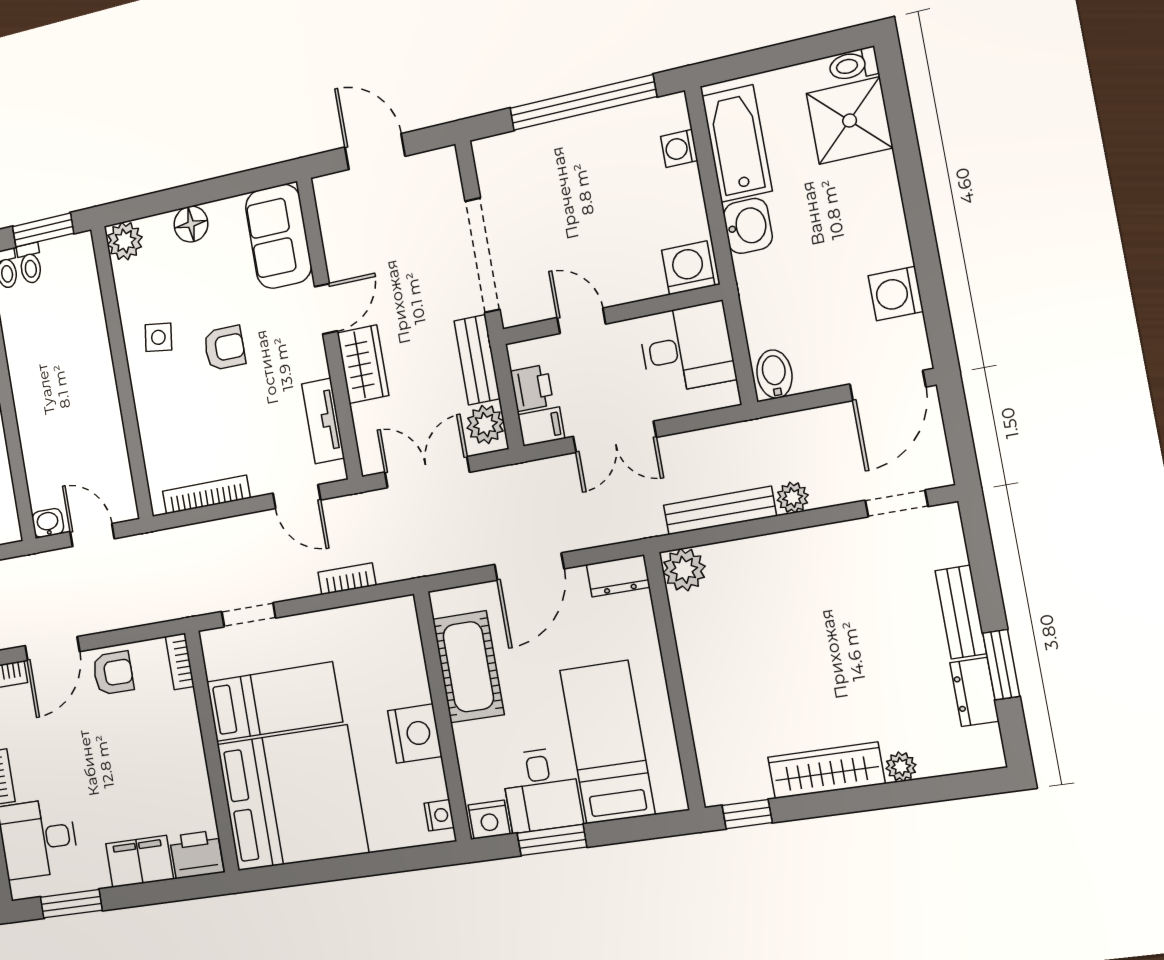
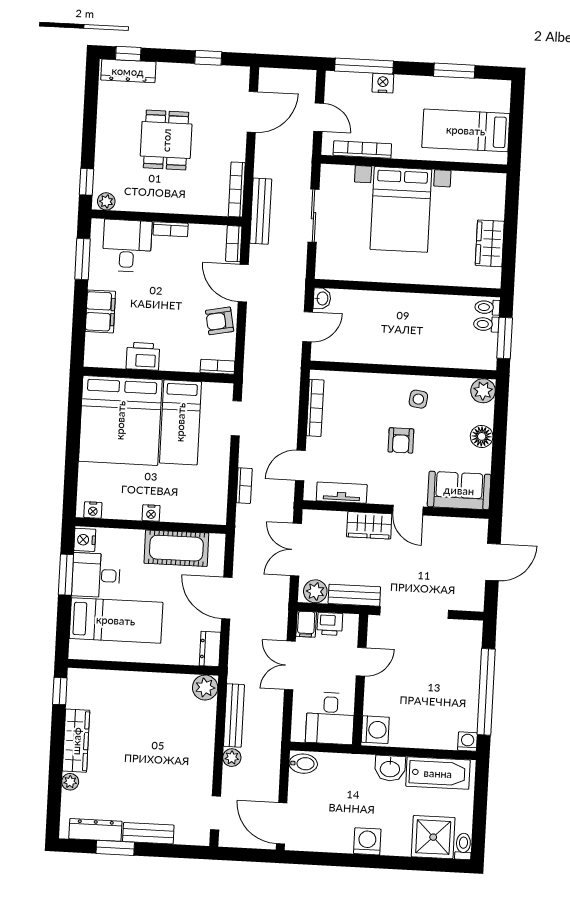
washing machine: (679, 148) -> (468, 742), moved
washing machine: (896, 294) -> (367, 841), moved
double door: (427, 472) -> (296, 550), swing flipped
armchair: (113, 673) -> (220, 321), turned 79
dresser: (974, 692) -> (95, 830), width x1.44
nightstand: (415, 734) -> (151, 513), width x0.53, depth x0.56
printer: (197, 854) -> (143, 356), moved, turned -90

